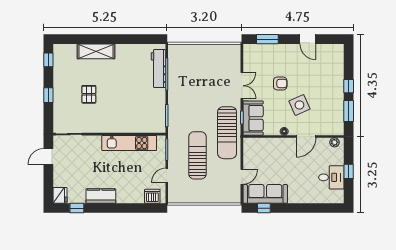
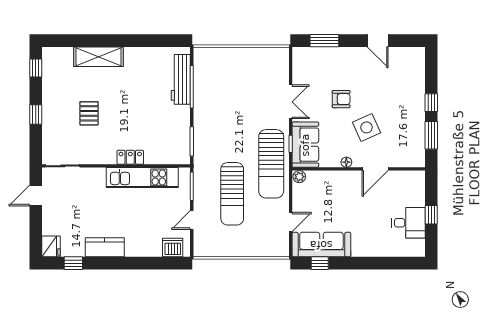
locker: (120, 128) -> (130, 157), added
plant: (335, 142) -> (299, 177), moved
sun lounger: (197, 155) -> (232, 194), turned 180

